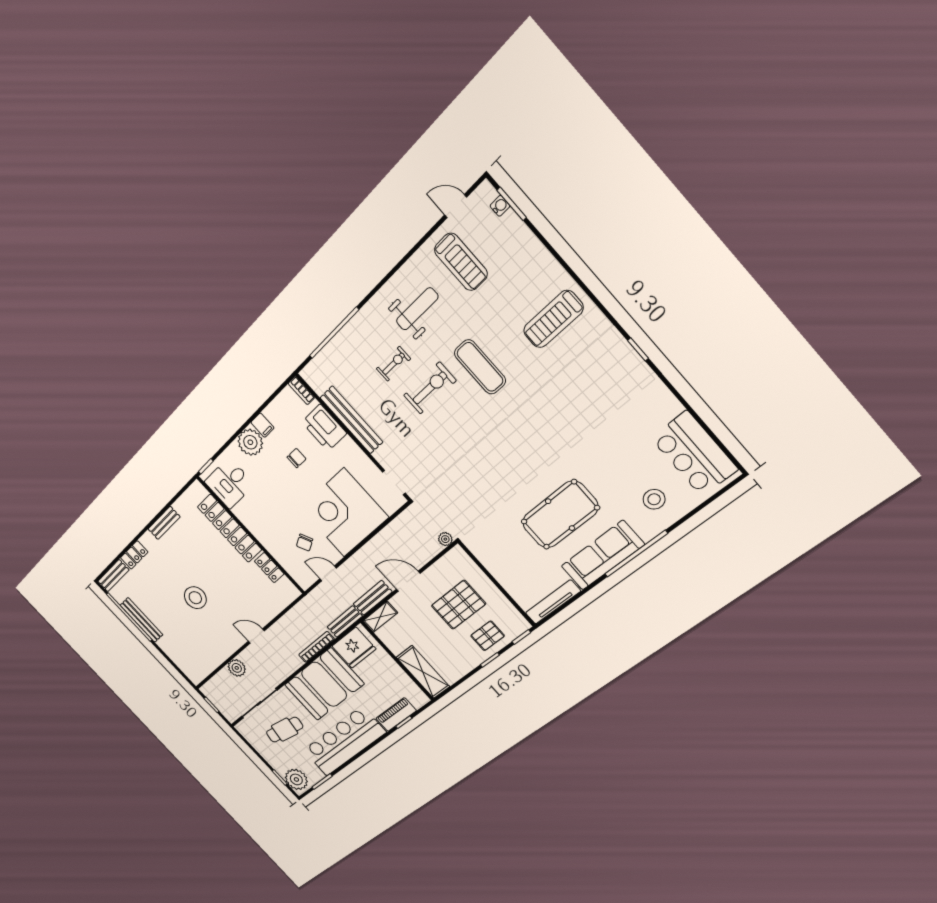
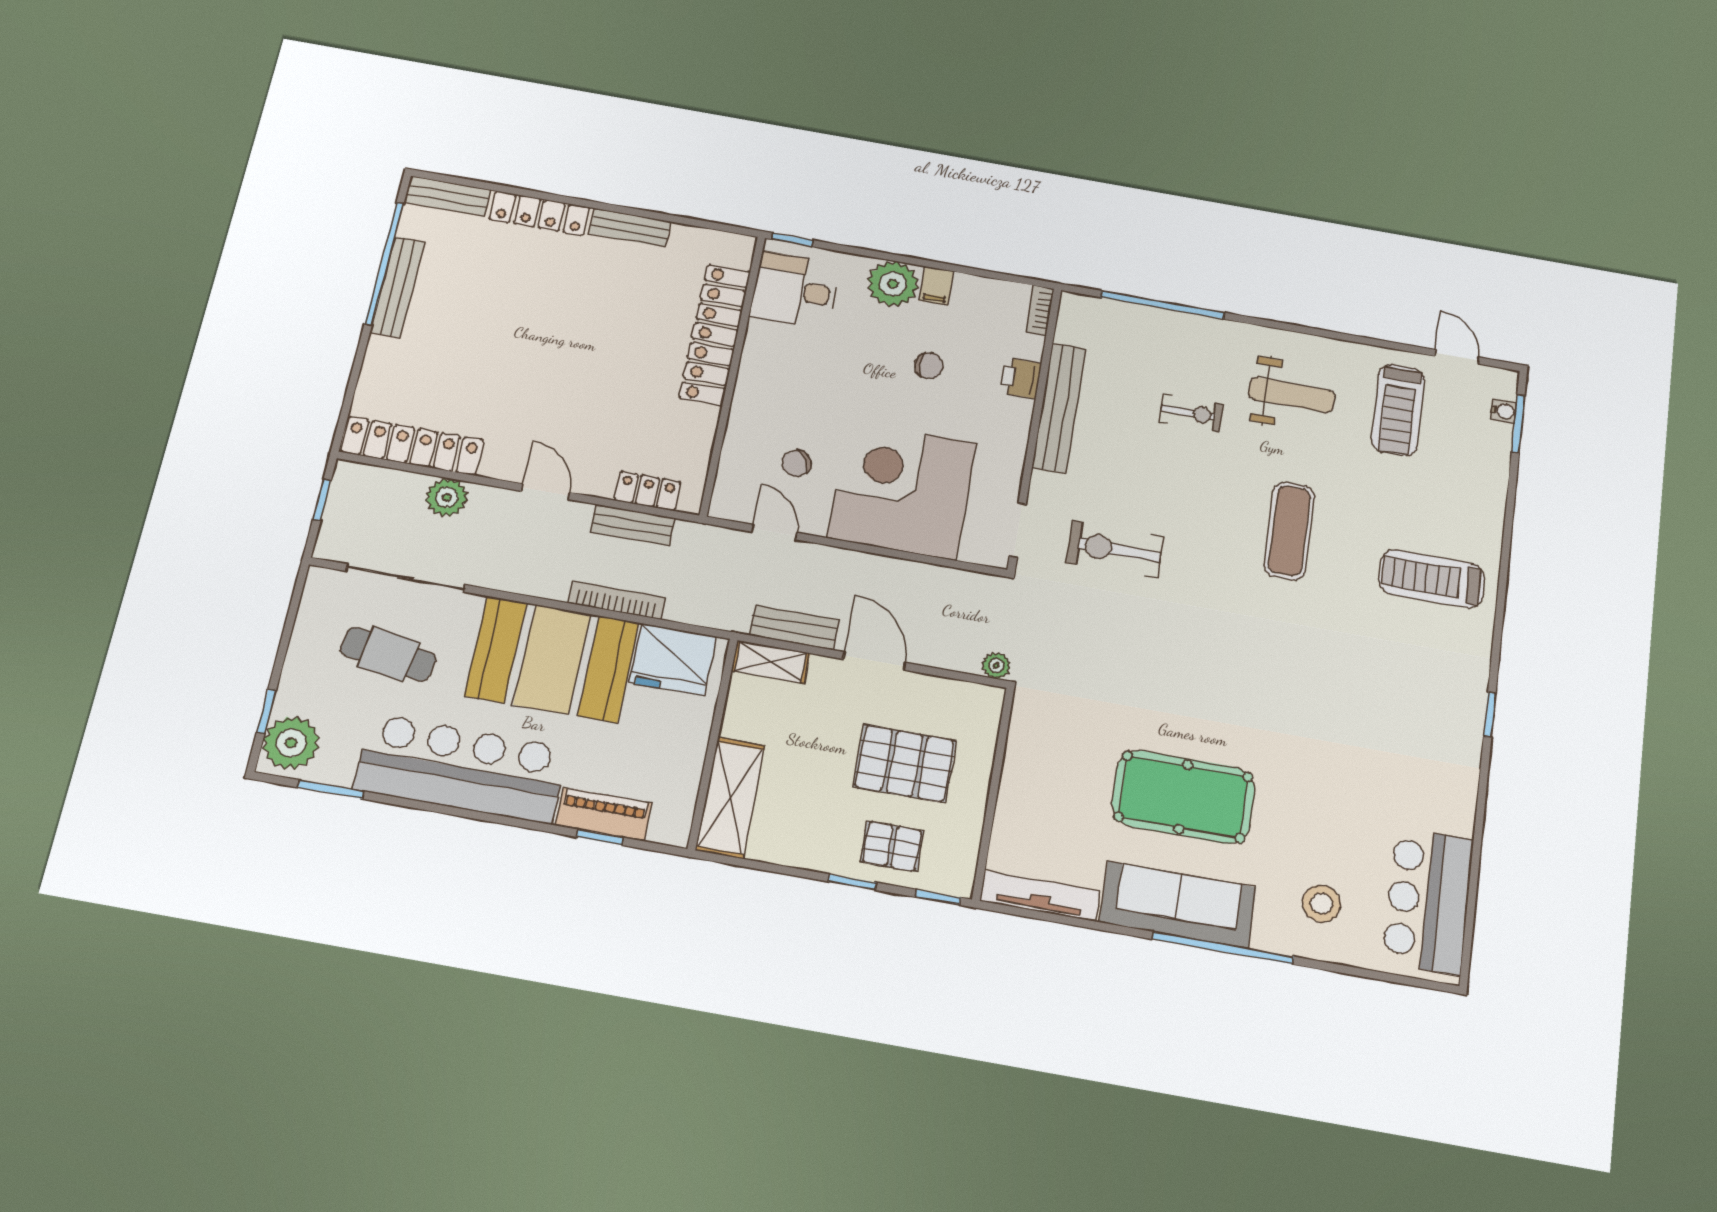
exercise bike: (430, 388) -> (1115, 549), moved, turned 180
printer: (324, 428) -> (1021, 378), width x0.53, depth x0.68
locker: (134, 555) -> (539, 213), width x1.53
locker: (269, 568) -> (648, 491), moved, turned 90
stool: (195, 598) -> (529, 351), removed
bench: (345, 622) -> (633, 525), moved
locker: (209, 663) -> (412, 446), added

